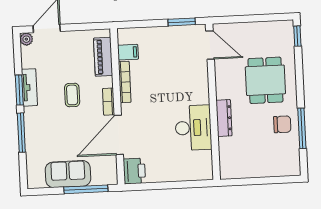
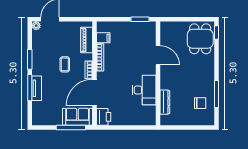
door: (210, 45) -> (158, 55), moved
dining table: (265, 80) -> (200, 39), moved
tv unit: (29, 87) -> (37, 88), moved
dresser: (224, 118) -> (165, 102), moved
chair: (282, 124) -> (200, 103), moved
sofa: (68, 174) -> (77, 117), moved

